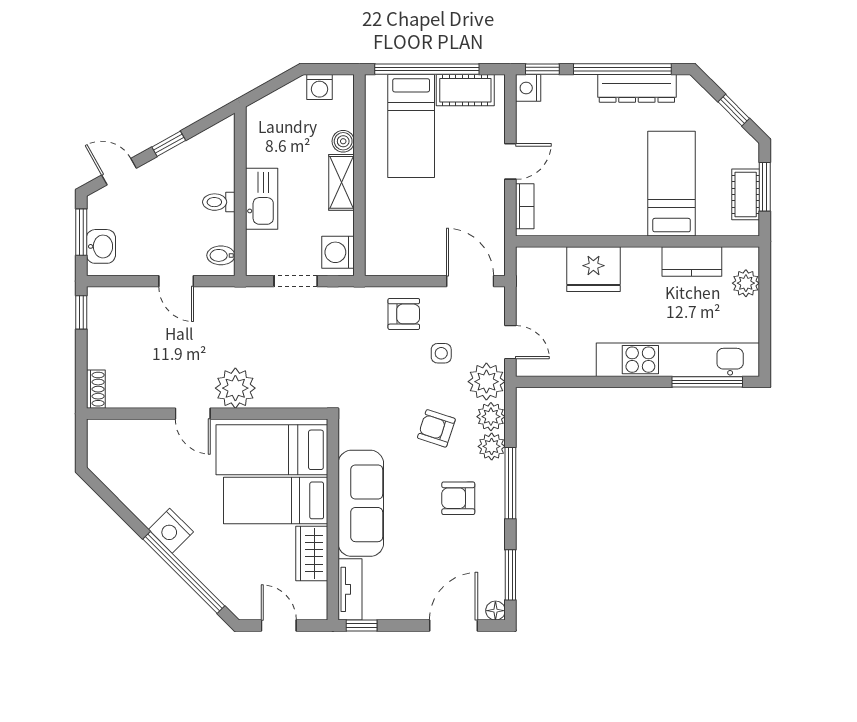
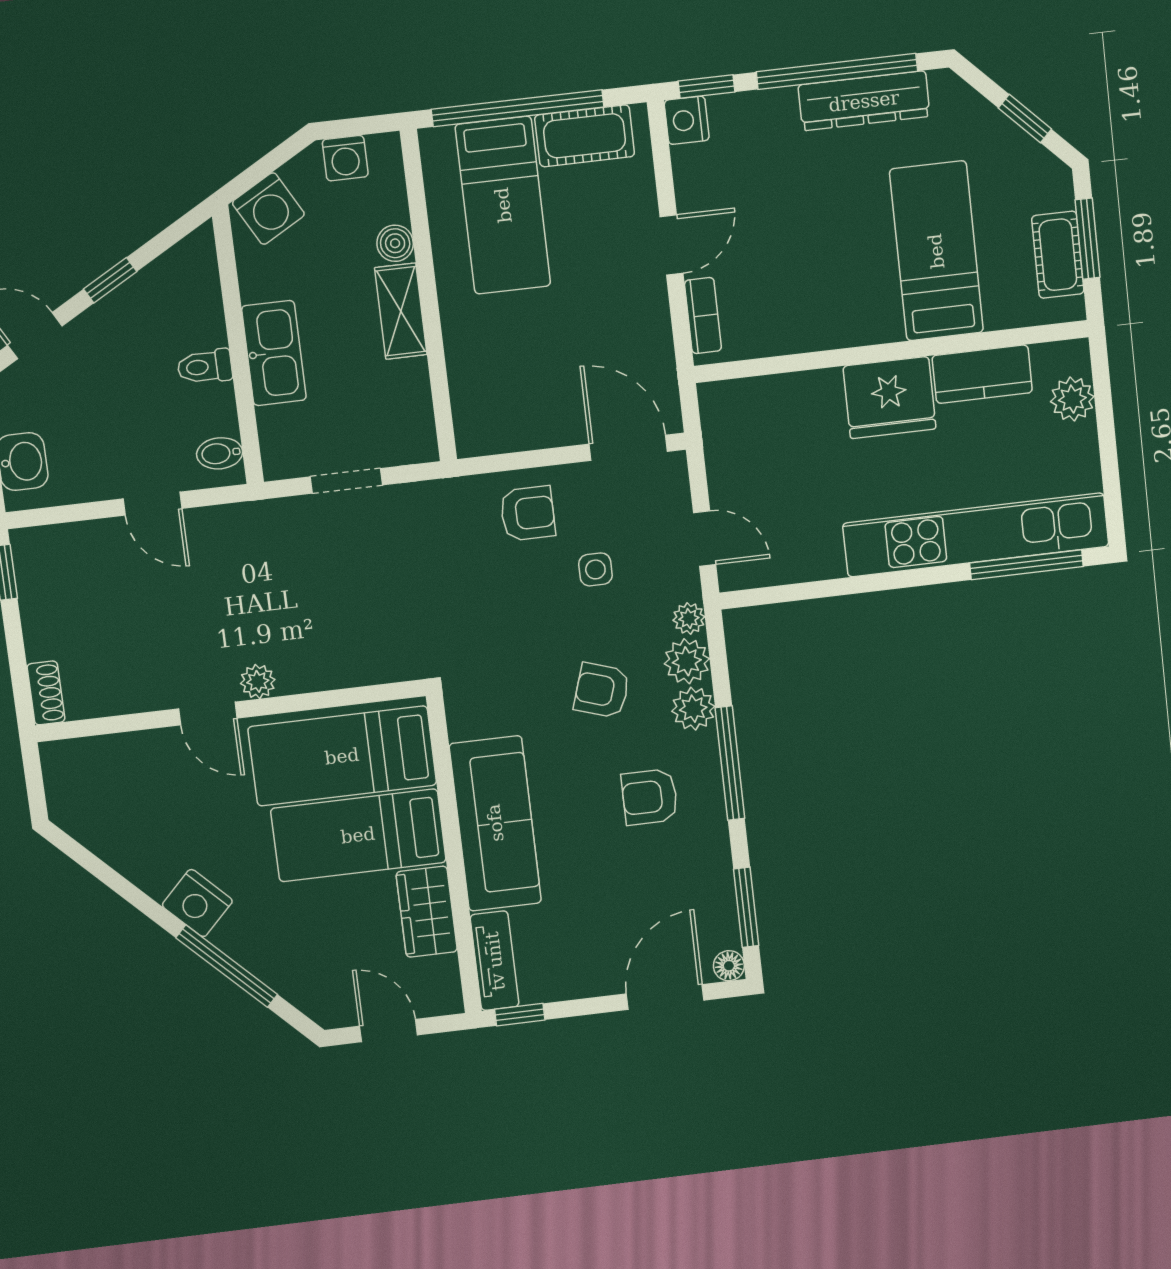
washing machine: (338, 252) -> (268, 209), moved, turned -119
fridge: (593, 269) -> (889, 398), moved
plant: (486, 382) -> (689, 618), width x0.53, depth x0.53
plant: (235, 388) -> (258, 681), width x0.53, depth x0.53
window: (184, 572) -> (227, 966), width x0.68

